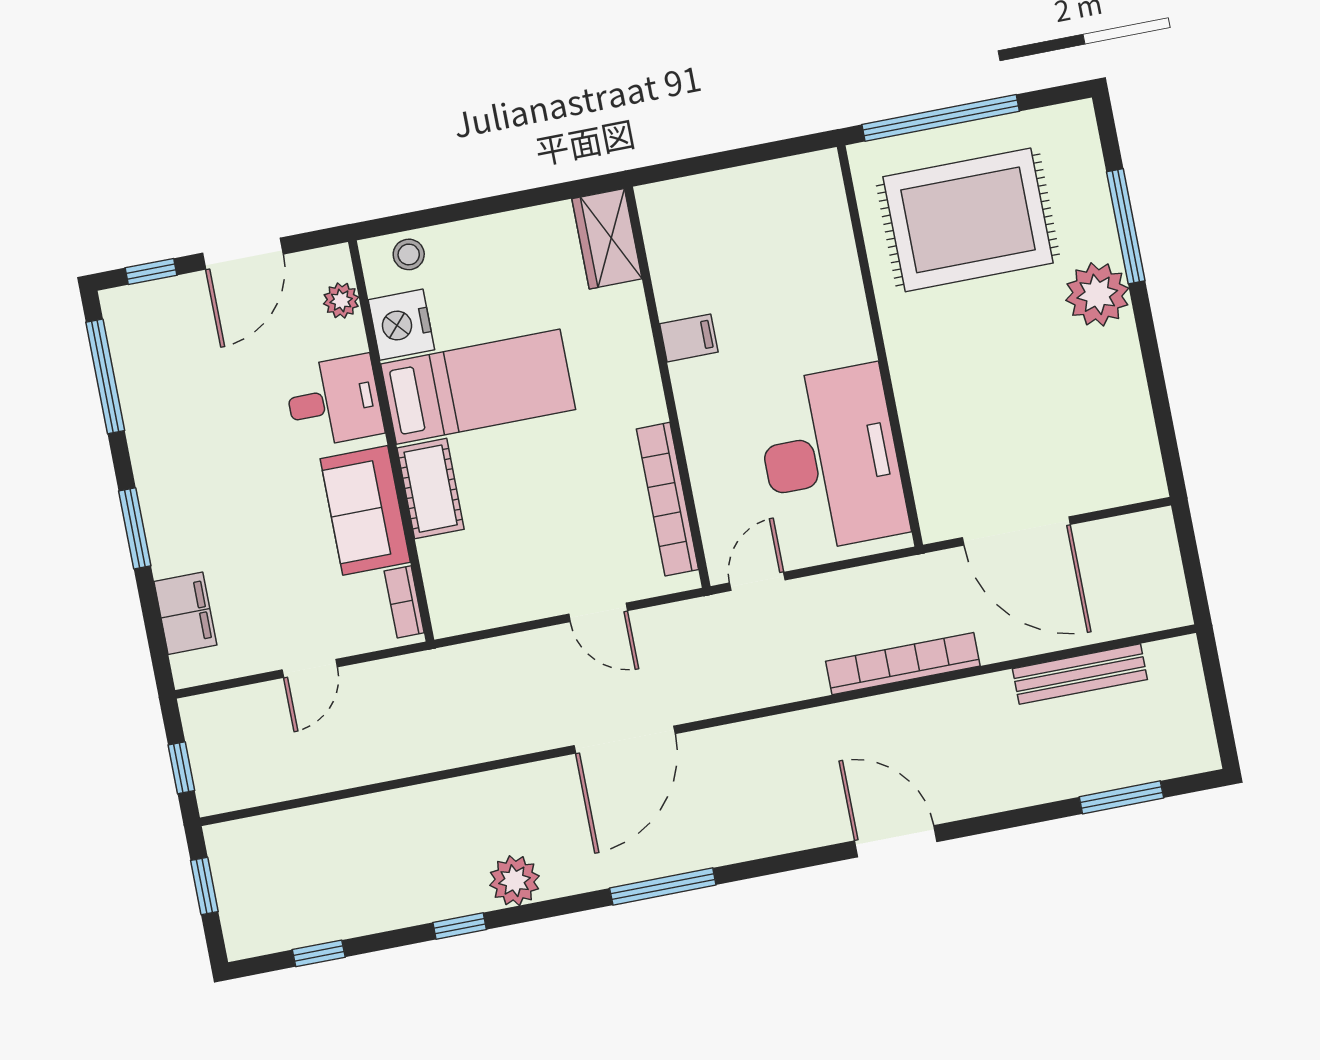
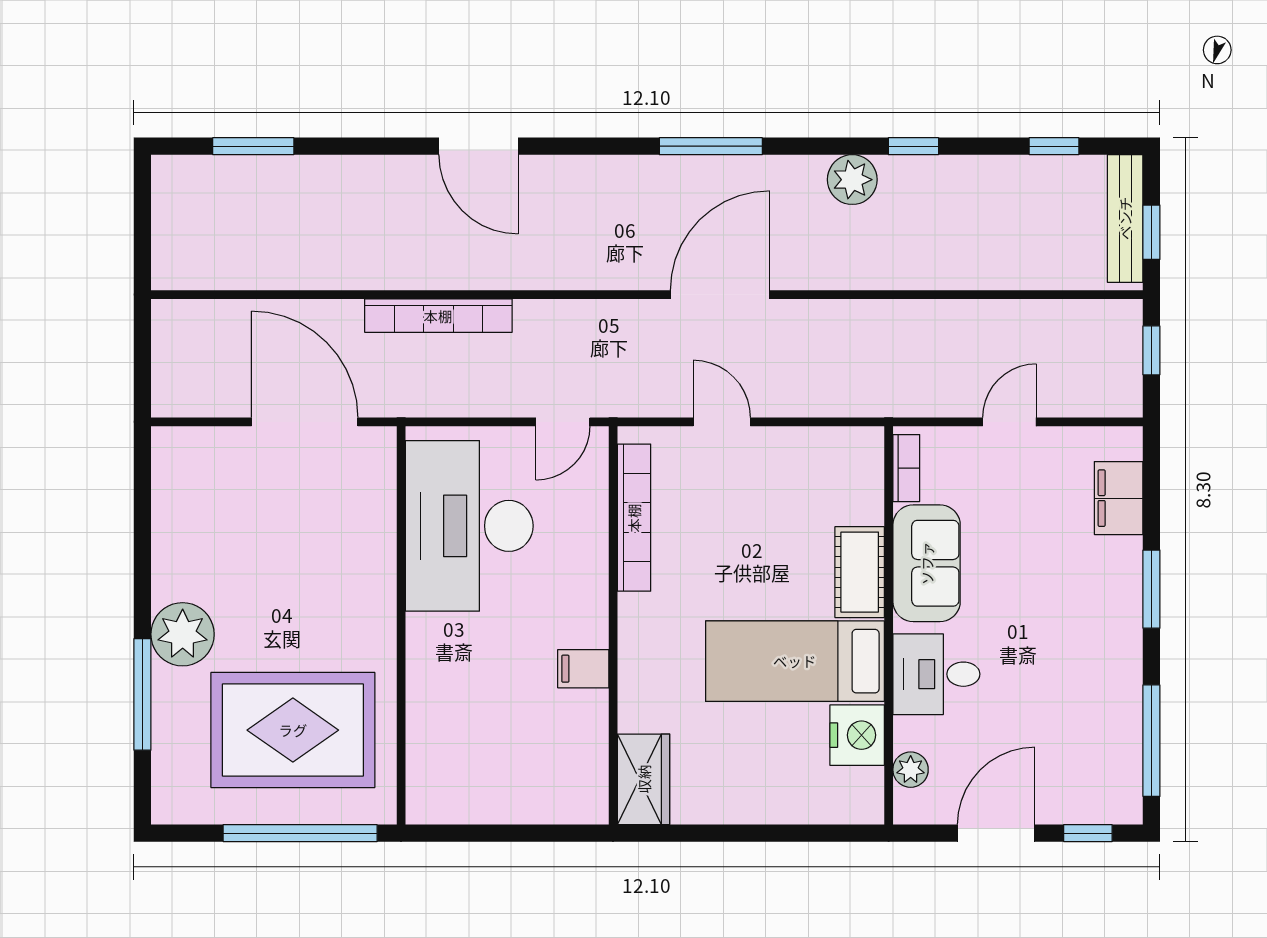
stool: (409, 254) -> (837, 801), removed
bench: (1080, 674) -> (1125, 218), moved, turned 90

